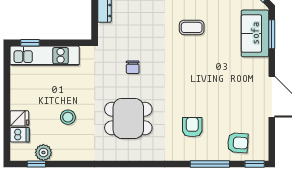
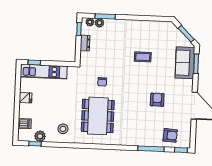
stool: (68, 117) -> (63, 129), moved
fridge: (19, 118) -> (26, 98), moved
dining table: (128, 118) -> (98, 116), width x1.37
armchair: (192, 127) -> (157, 100), moved

